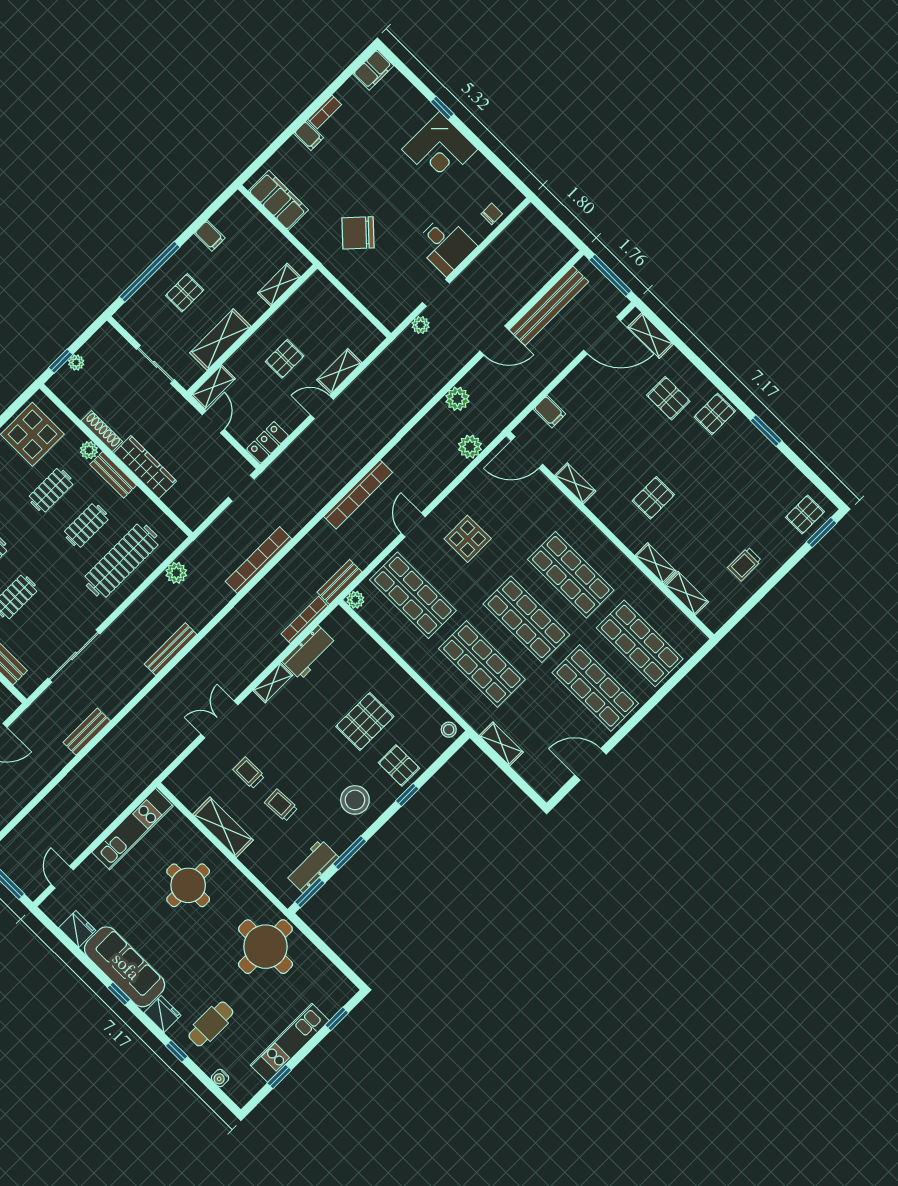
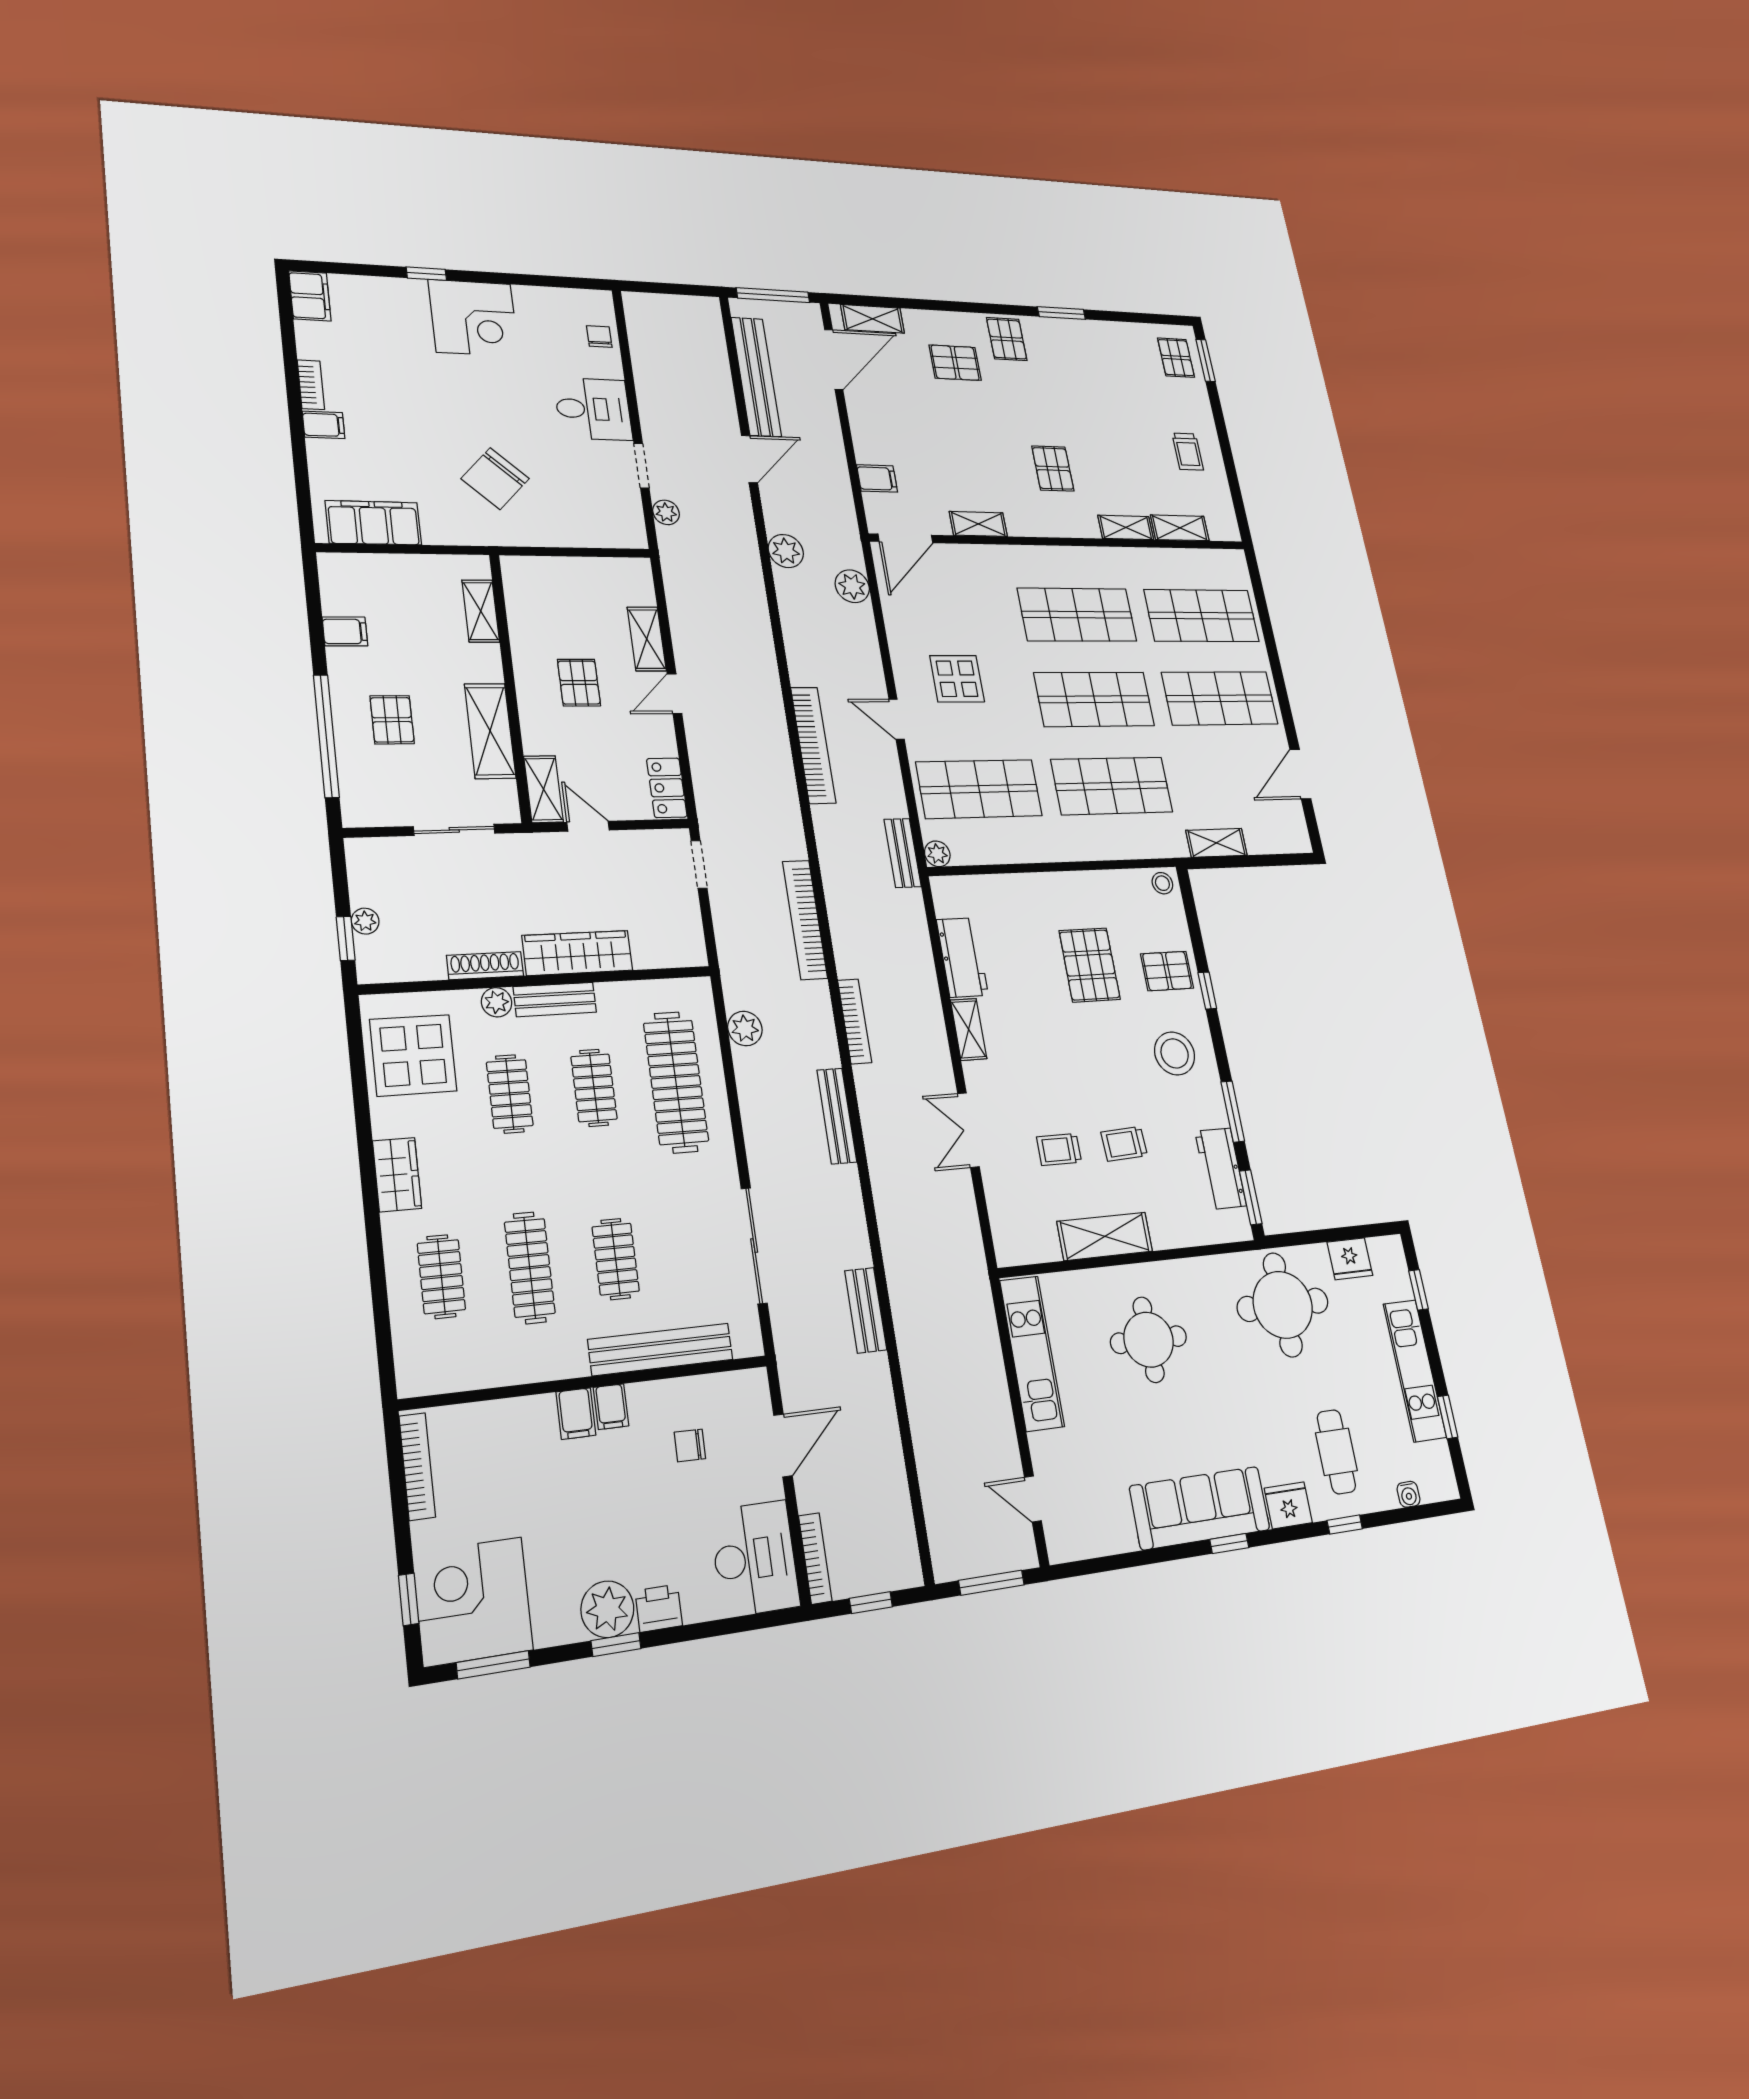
bookcase: (304, 620) -> (855, 1021), moved, turned 180
fridge: (77, 929) -> (1350, 1259), moved, turned 180

